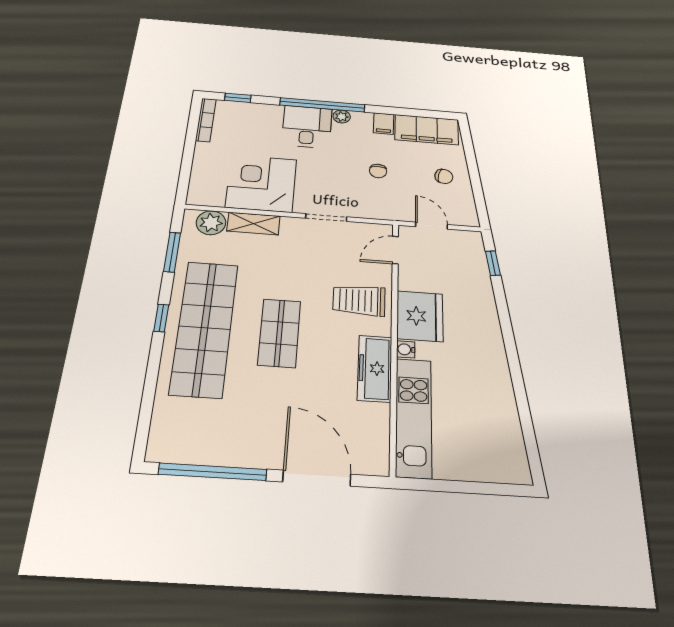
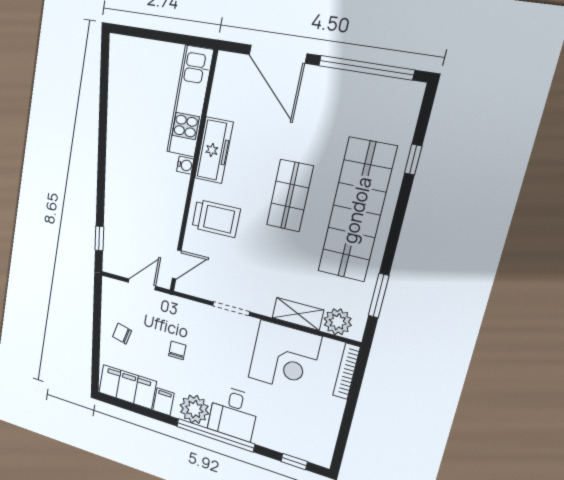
plant: (342, 117) -> (194, 409), width x1.87, depth x1.87
bookcase: (206, 120) -> (347, 371), moved
door: (432, 226) -> (142, 284), swing flipped
fridge: (420, 316) -> (168, 196), removed
window: (161, 318) -> (413, 160), moved

